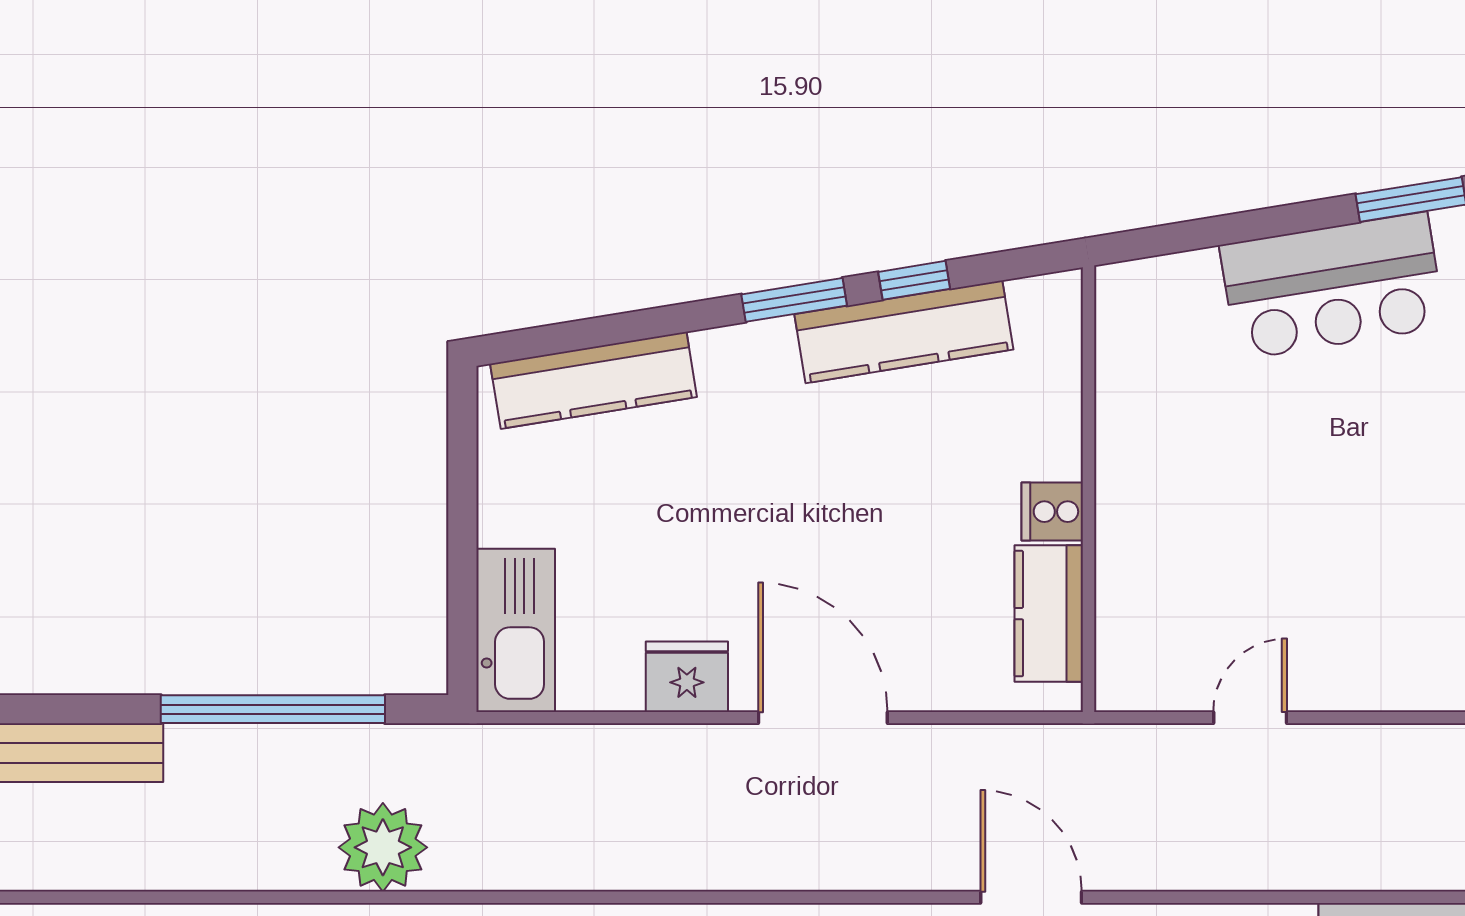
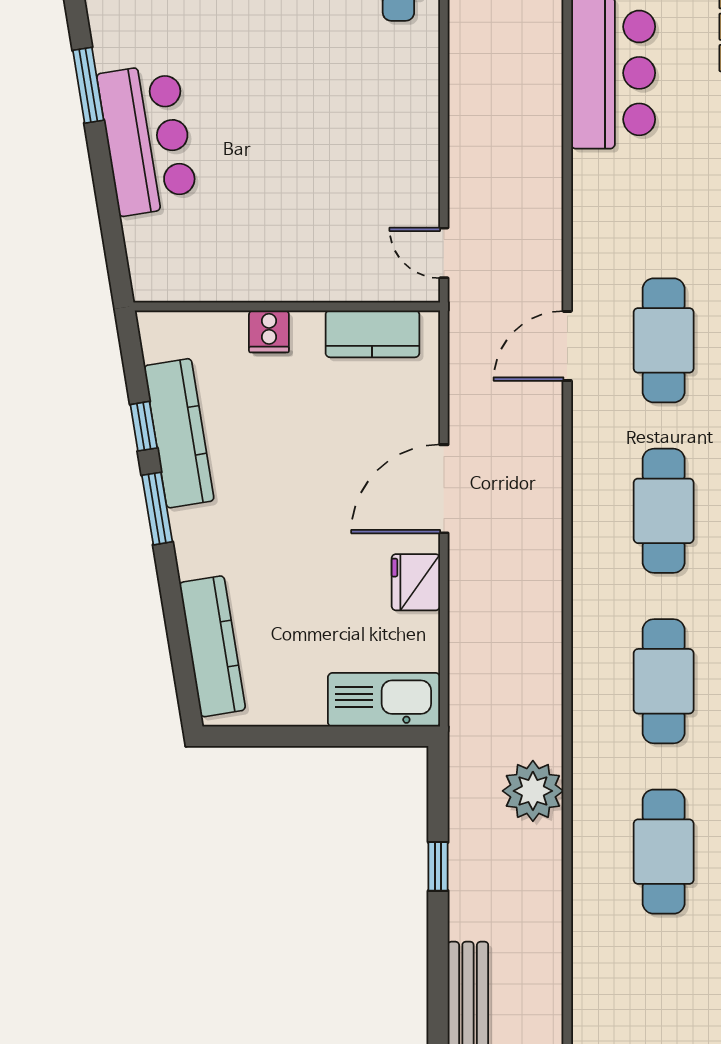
cooker: (1052, 512) -> (269, 331), moved
window: (273, 709) -> (438, 866), width x0.32
door: (1250, 718) -> (444, 253), moved

